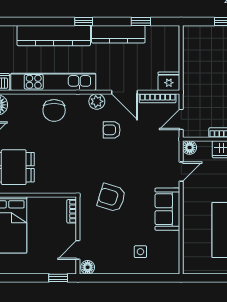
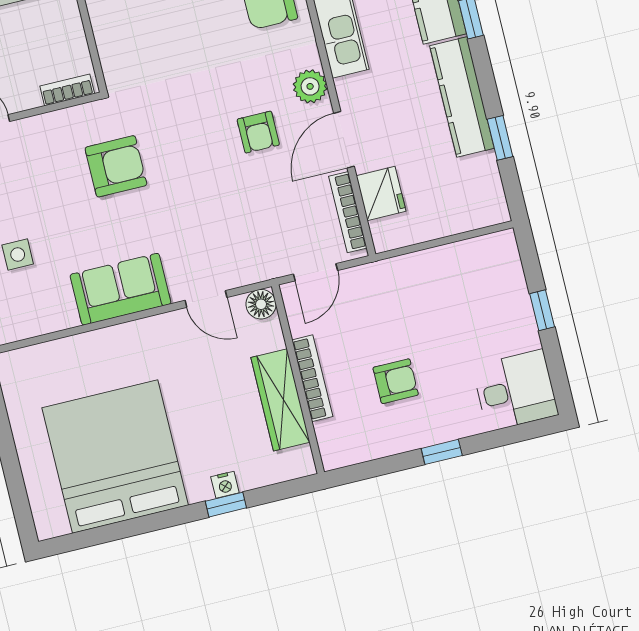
fridge: (169, 81) -> (381, 194), moved
door: (181, 119) -> (315, 272), swing flipped
armchair: (112, 130) -> (258, 132), turned 180
armchair: (111, 198) -> (116, 166), turned 73

